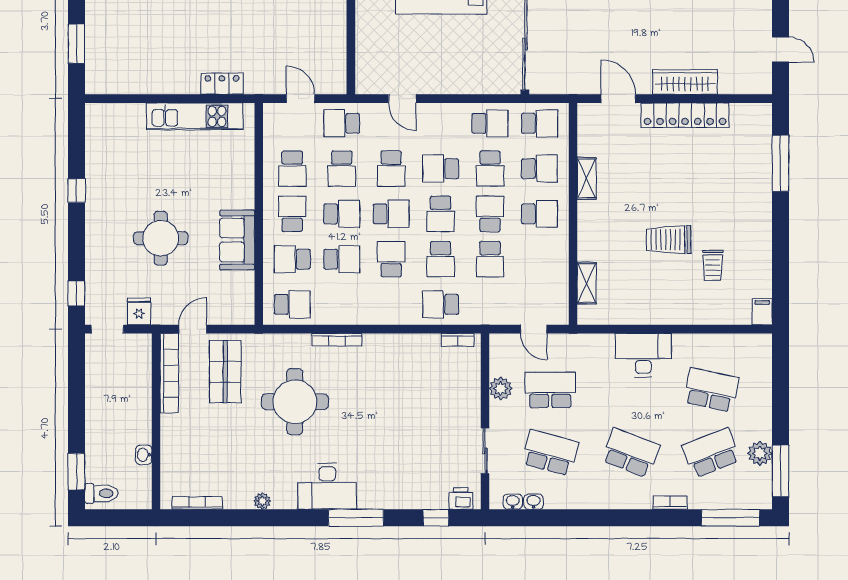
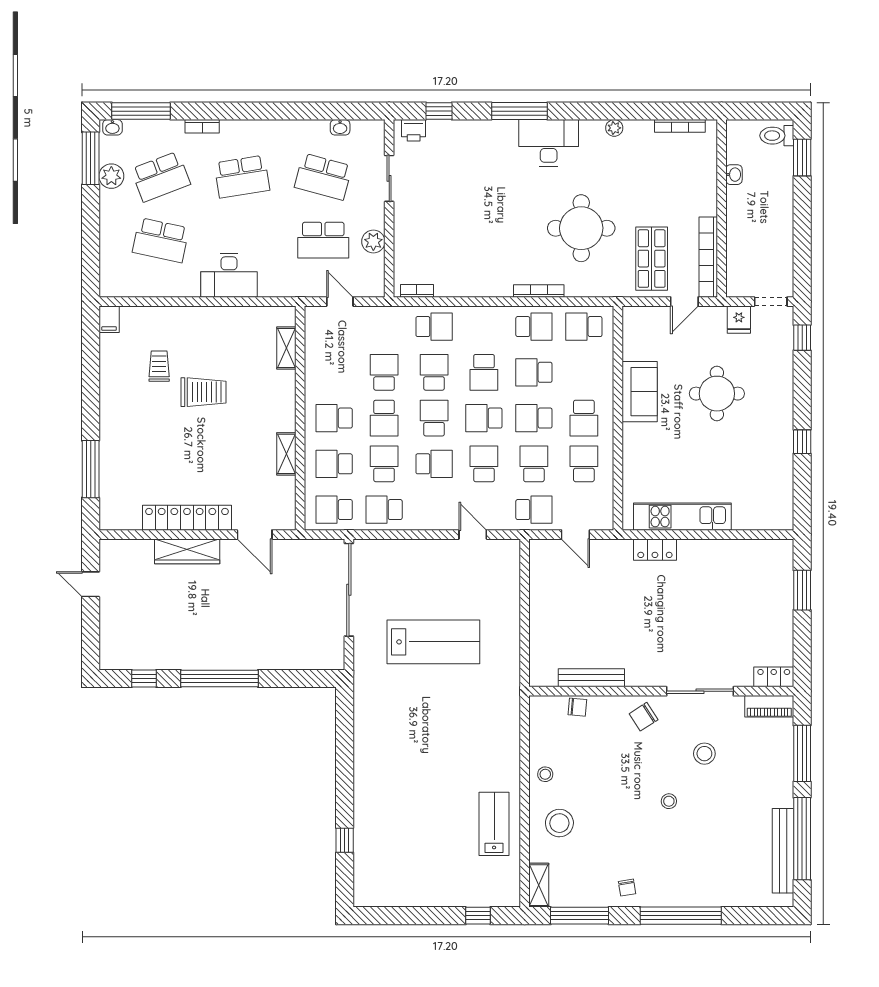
school desk: (292, 259) -> (534, 327), moved
school desk: (631, 453) -> (242, 177), turned -30
washbasin: (513, 502) -> (112, 127), moved

